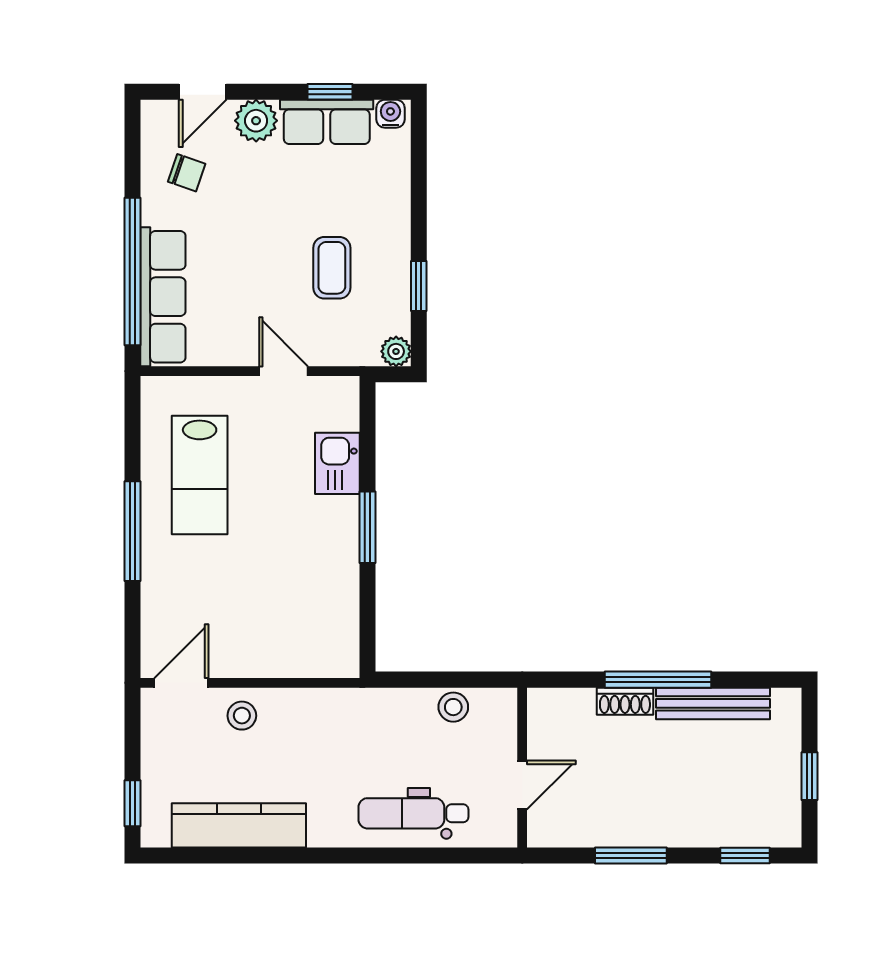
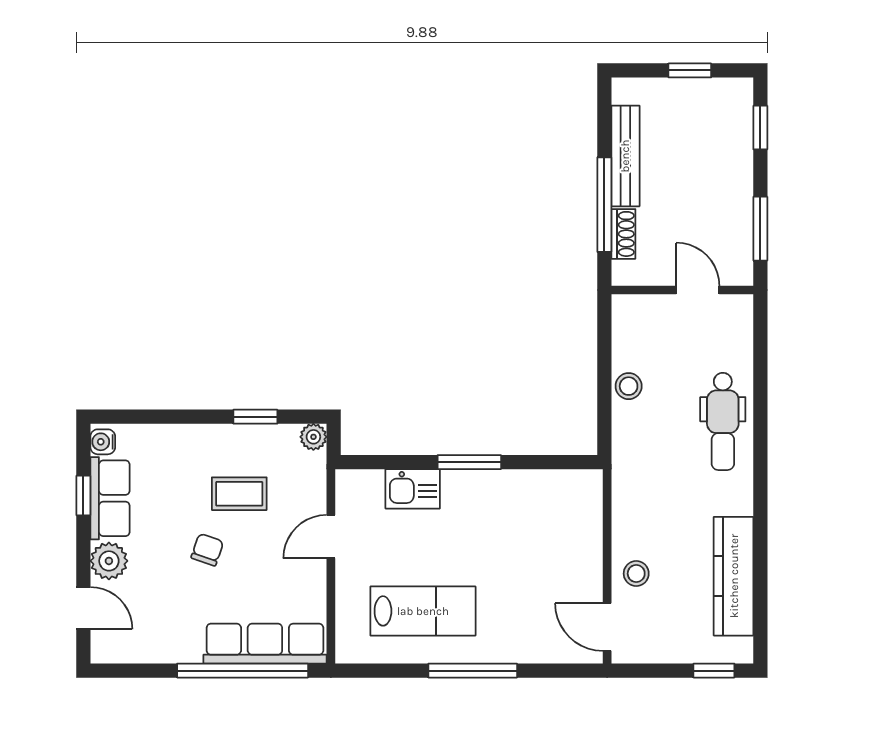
chair: (187, 173) -> (207, 550), moved
wall: (522, 768) -> (682, 290), moved
door: (522, 785) -> (698, 290), moved

